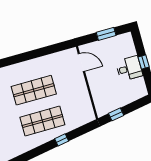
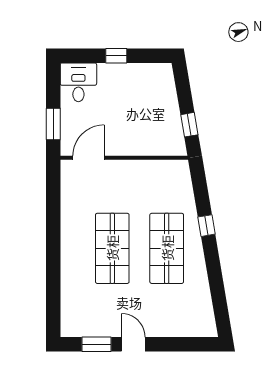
window: (106, 34) -> (53, 124), moved
desk: (129, 68) -> (78, 82), moved

